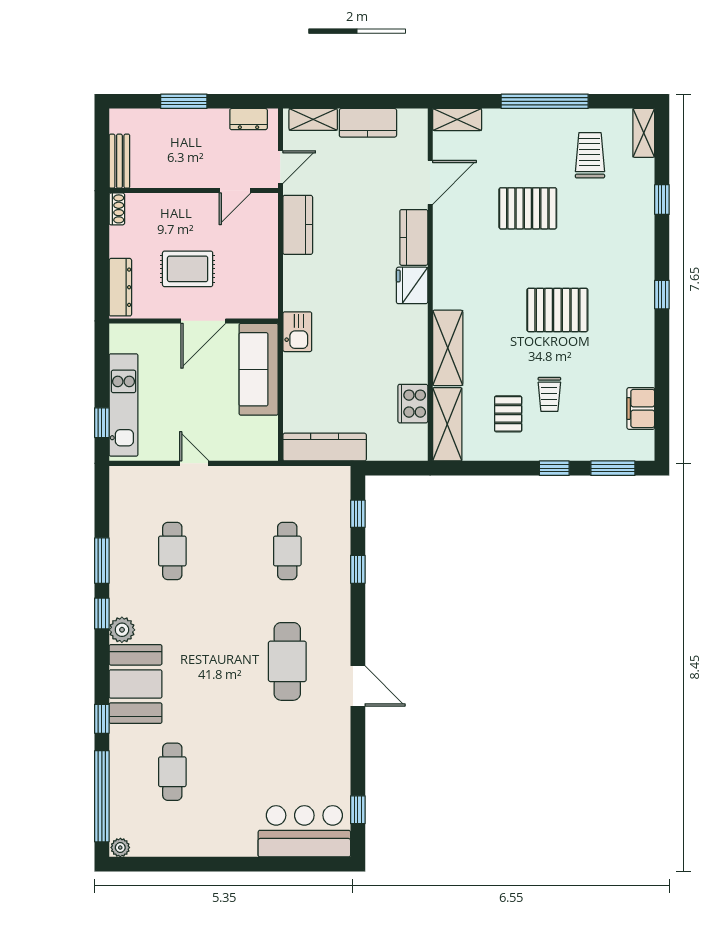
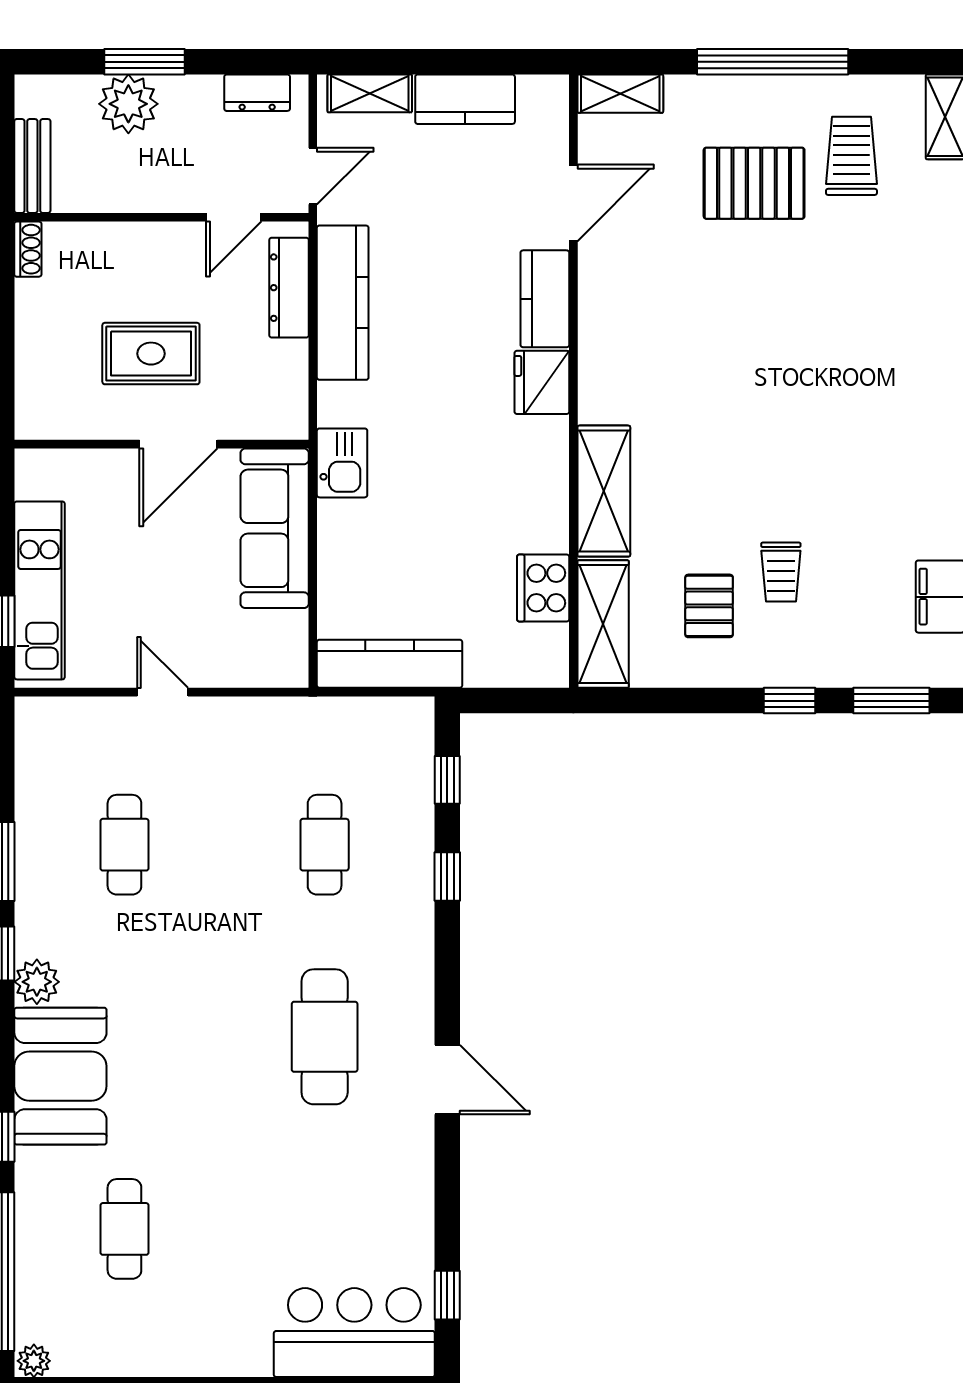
plant: (175, 125) -> (128, 104), added
pallet: (528, 208) -> (754, 183), moved
kitchen counter: (298, 225) -> (343, 303), width x1.50
dresser: (120, 287) -> (289, 288), moved, turned 180
pallet: (557, 310) -> (795, 425), removed

